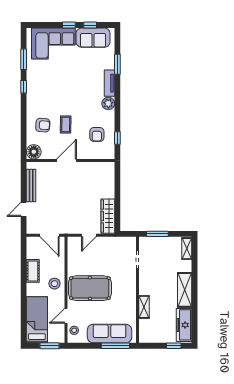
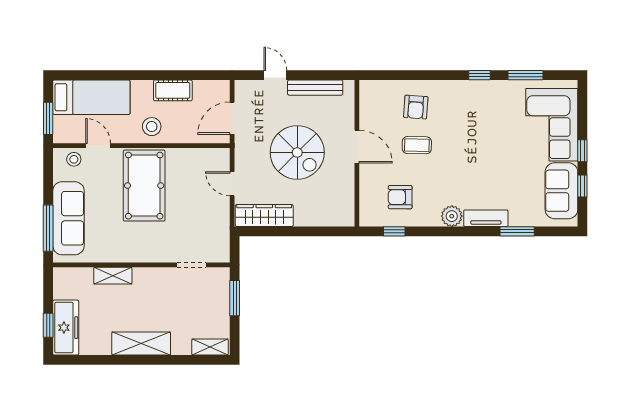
floor lamp: (34, 152) -> (371, 92), removed
spiral stairs: (70, 196) -> (297, 152), added
freezer: (184, 325) -> (66, 328), moved, turned 90

